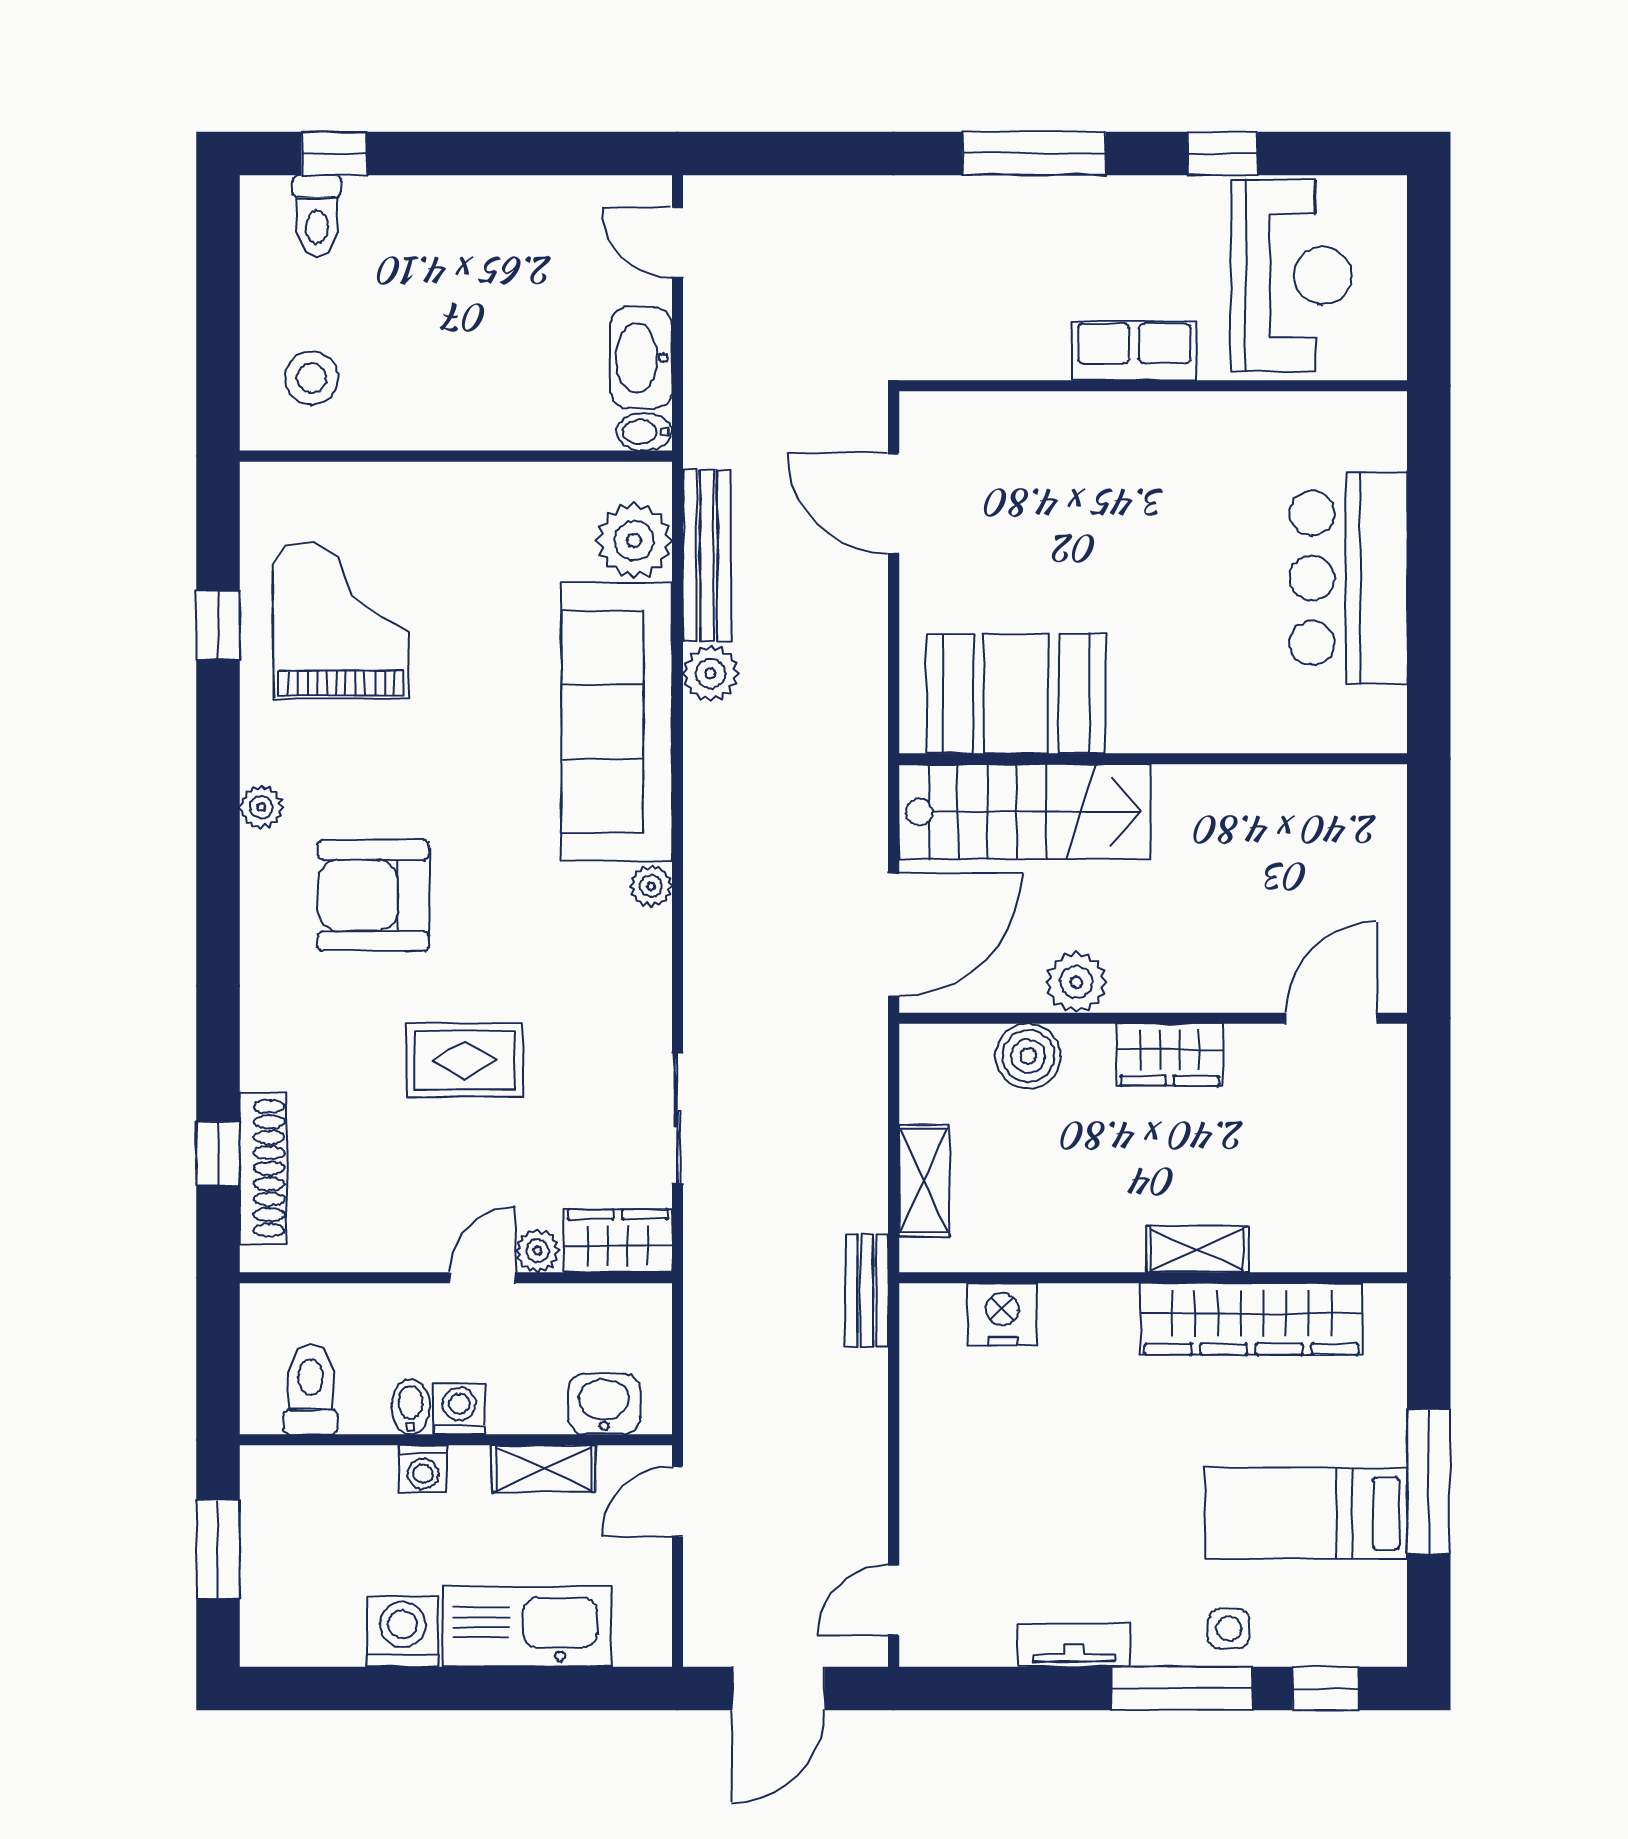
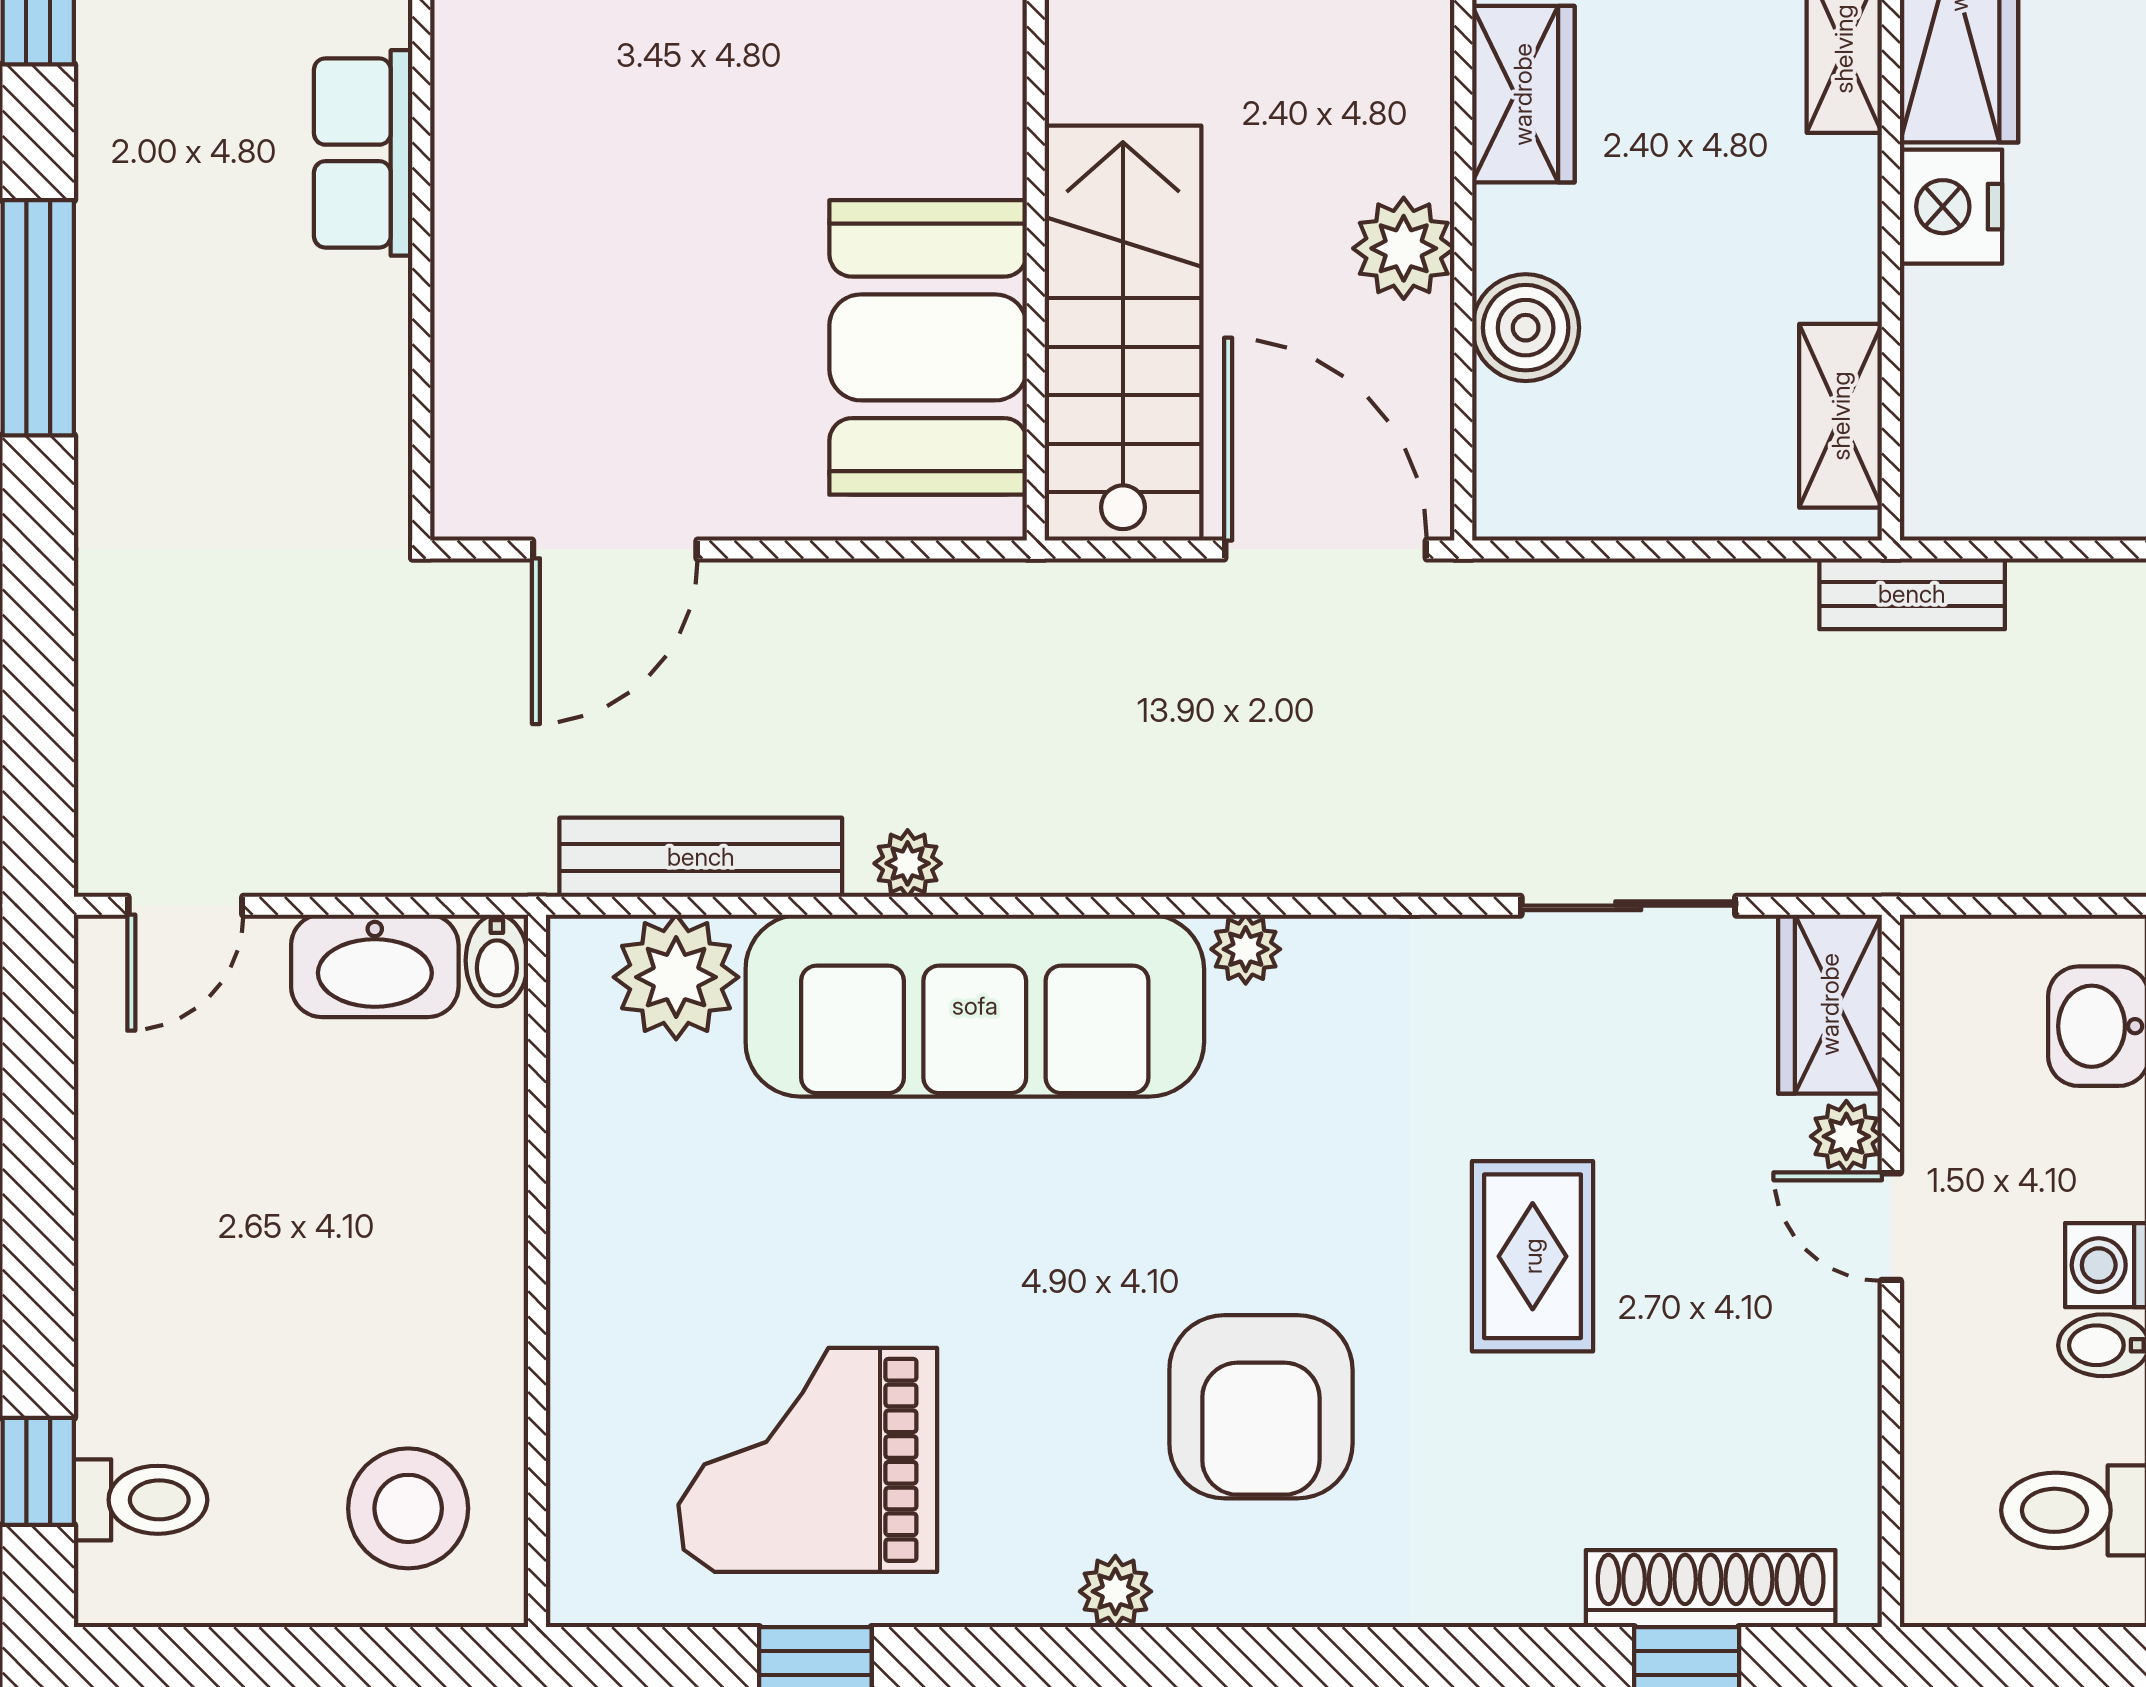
stool: (312, 378) -> (408, 1508), width x1.38, depth x1.38
plant: (711, 673) -> (908, 863), width x0.73, depth x0.73
shelving: (924, 1181) -> (1841, 416), moved, turned 90
nightstand: (1002, 1314) -> (1951, 207), moved

